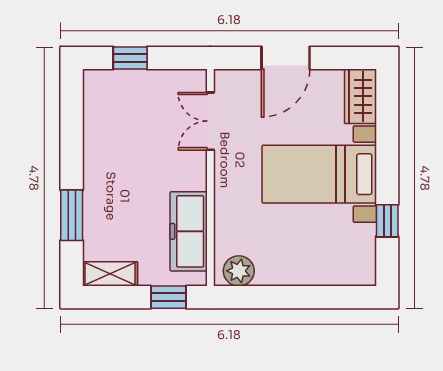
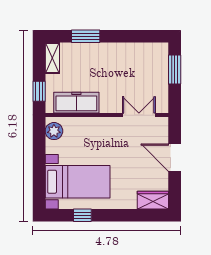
window: (130, 58) -> (175, 70), width x1.50
bed with nightstands: (319, 174) -> (78, 182), moved, turned 90

